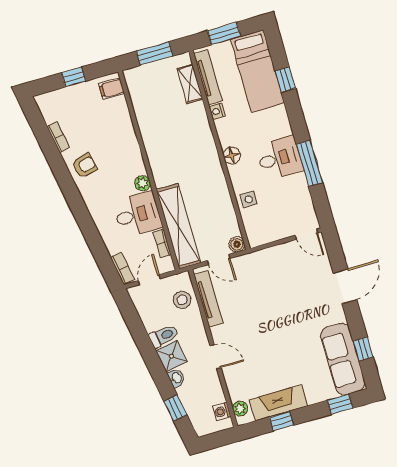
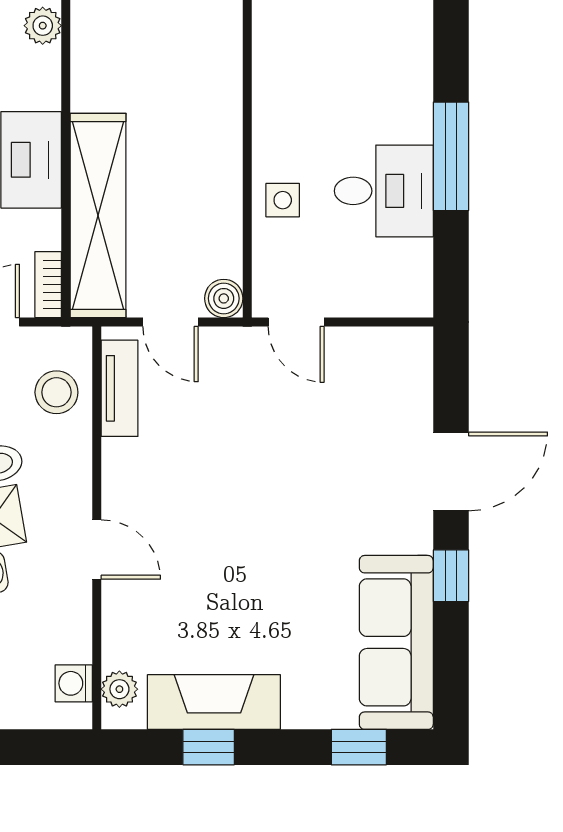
floor lamp: (232, 156) -> (273, 85), removed
desk: (280, 158) -> (384, 191), moved
plant: (143, 183) -> (43, 26), moved
door: (307, 234) -> (296, 322), moved
bookcase: (162, 243) -> (48, 285), moved
tv unit: (208, 299) -> (120, 388), width x0.71
window: (363, 349) -> (451, 576), moved

